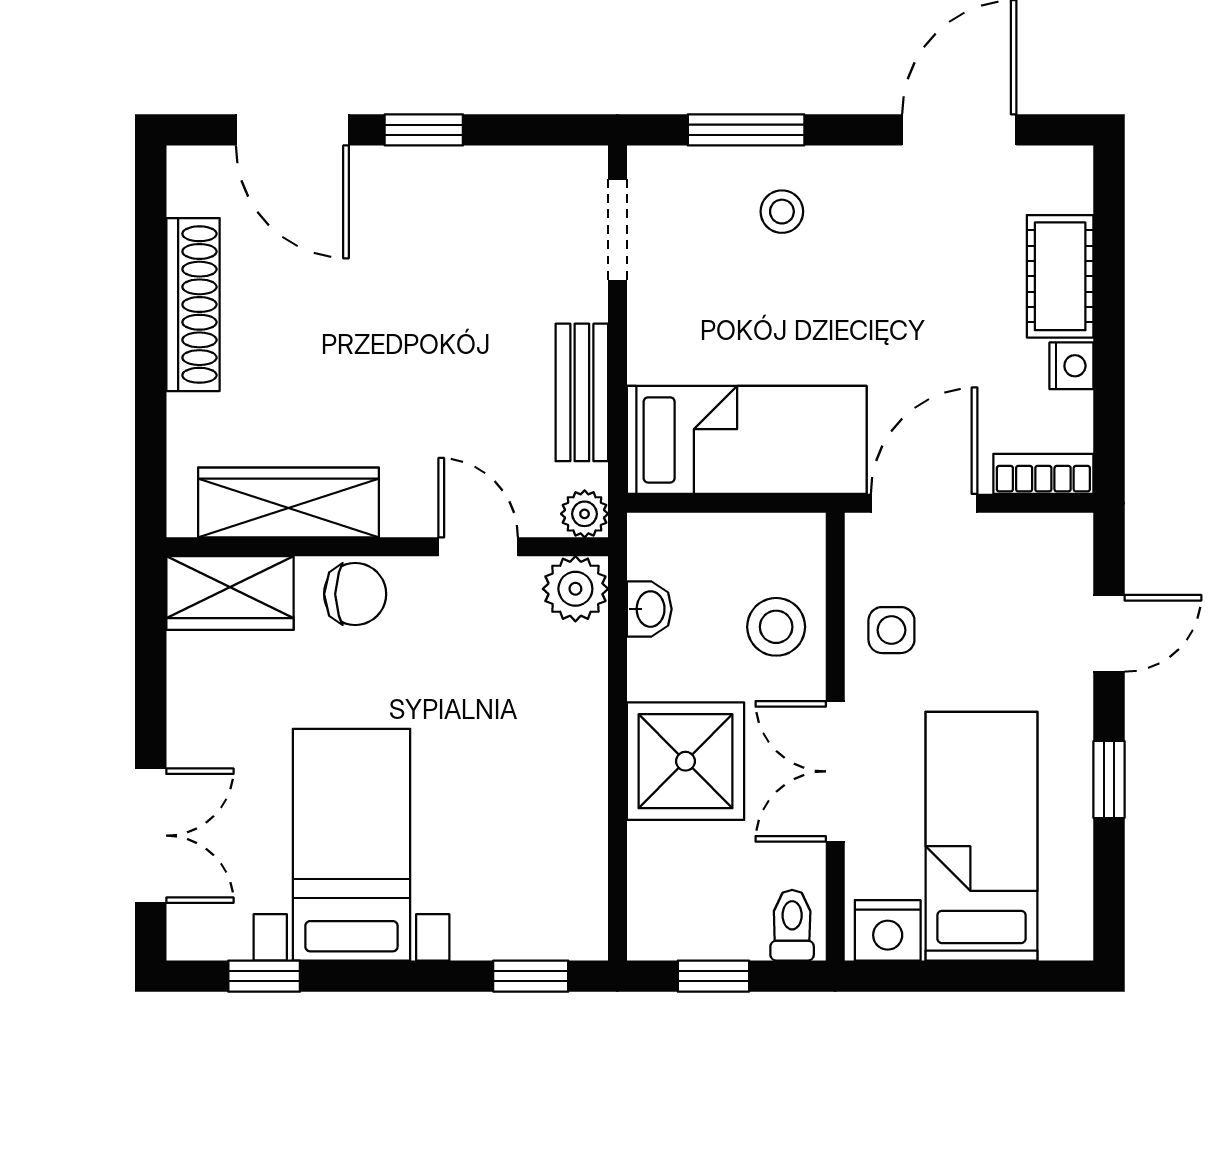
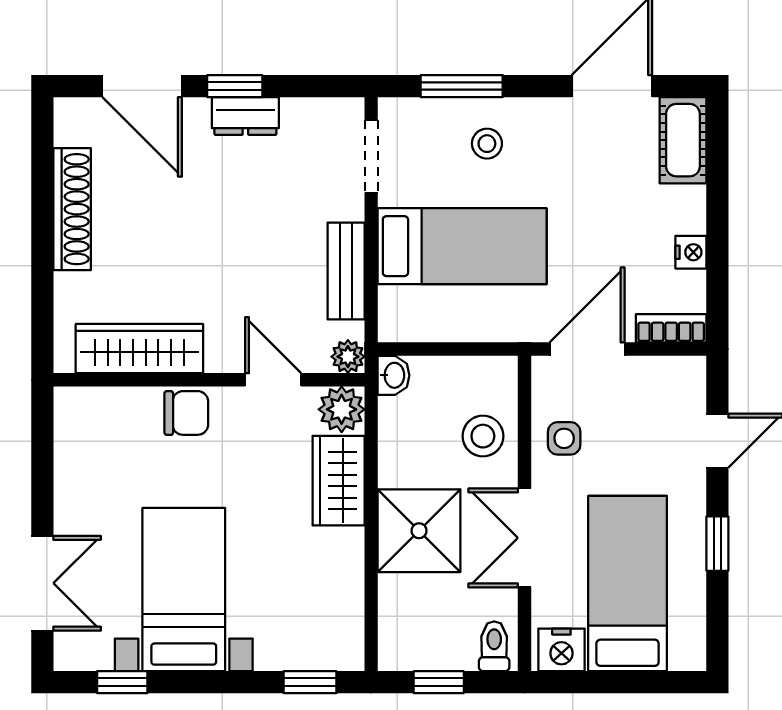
dresser: (439, 172) -> (245, 116), added
cot: (1060, 276) -> (683, 140), moved
bed: (747, 440) -> (462, 246), moved
wardrobe: (230, 593) -> (339, 481), moved, turned 90
washbasin: (649, 609) -> (393, 375), moved

